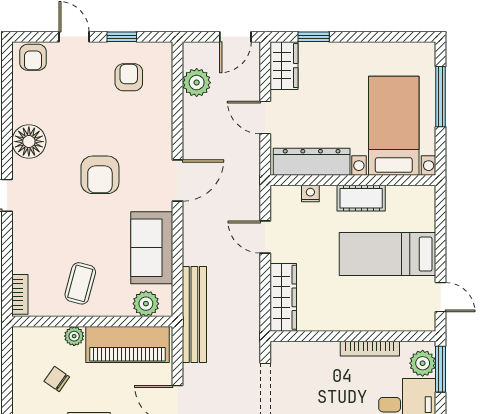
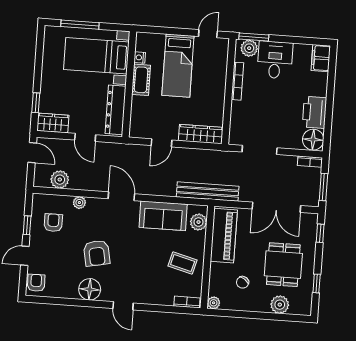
armchair: (33, 57) -> (36, 283), turned -91
armchair: (129, 77) -> (53, 223), turned 90
plant: (163, 116) -> (79, 203), added
door: (265, 117) -> (85, 137), hinge flipped
armchair: (100, 175) -> (97, 253), moved, turned 79
nightstand: (310, 194) -> (140, 57), moved
plant: (74, 336) -> (214, 303), moved

